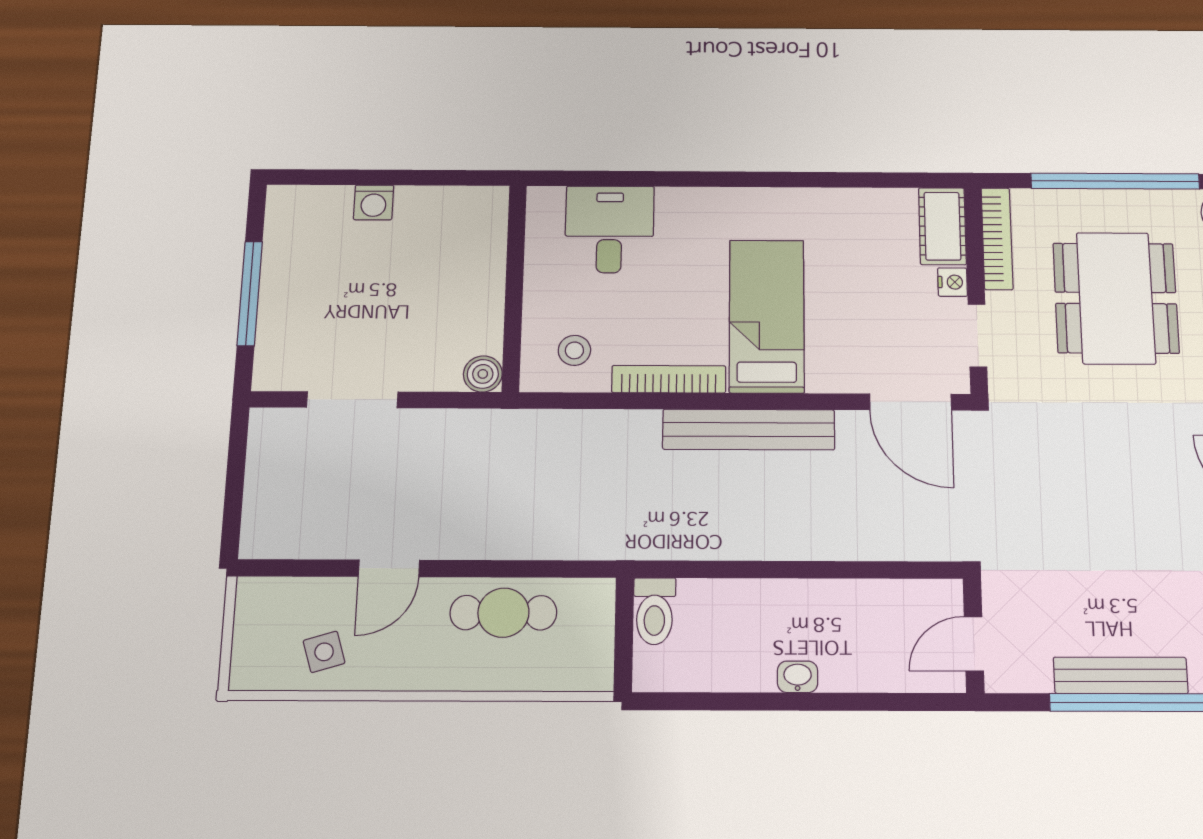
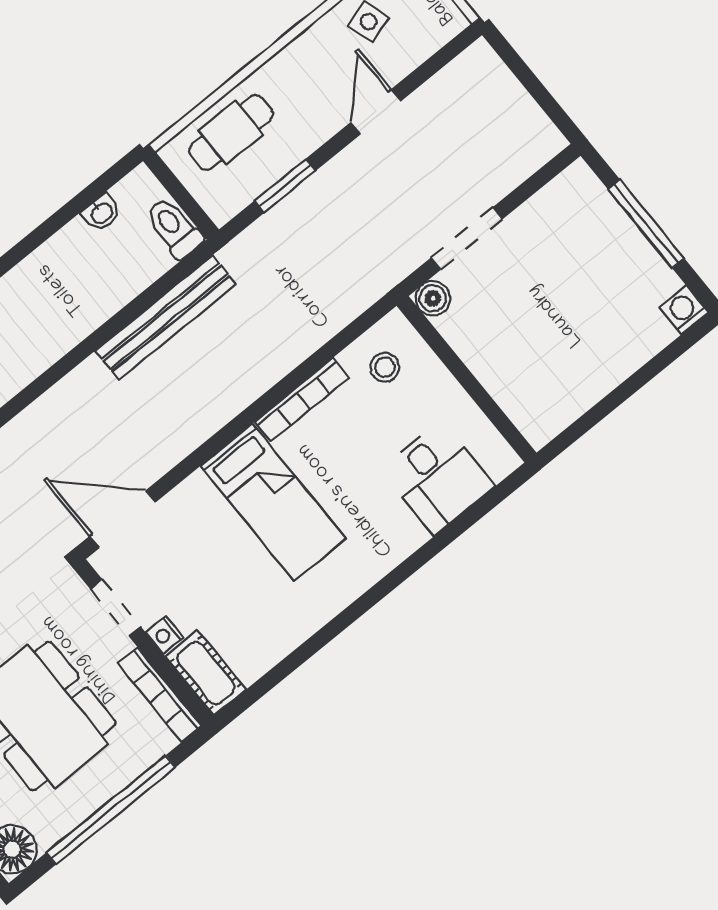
washing machine: (374, 202) -> (684, 310), moved
doorway: (352, 400) -> (467, 238), moved
bench: (749, 430) -> (166, 317), moved
window: (525, 569) -> (285, 186), added
cafe table: (503, 613) -> (231, 133), moved
washbasin: (798, 677) -> (101, 213), moved

